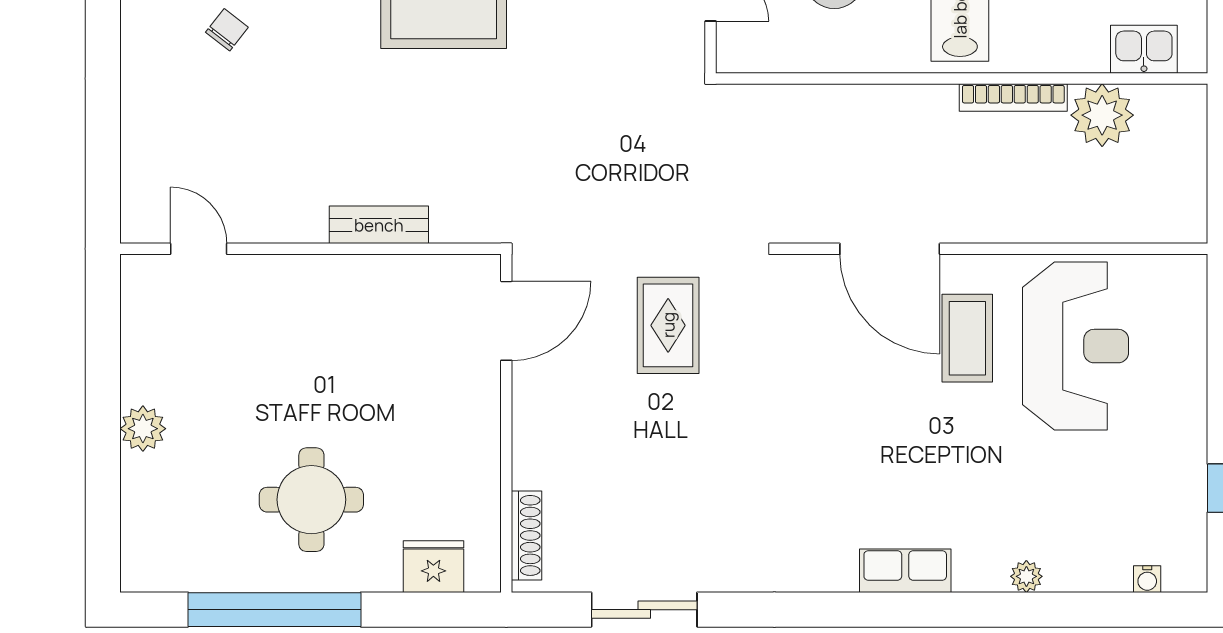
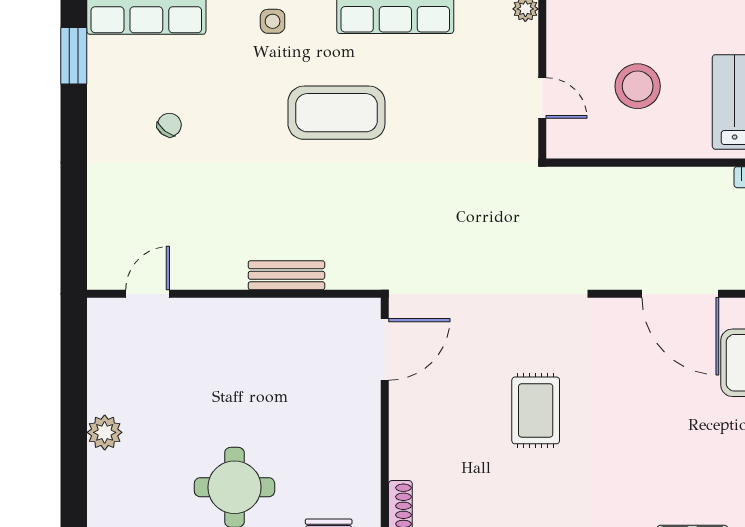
door: (199, 249) -> (148, 294), hinge flipped
rug: (668, 325) -> (536, 410), moved

